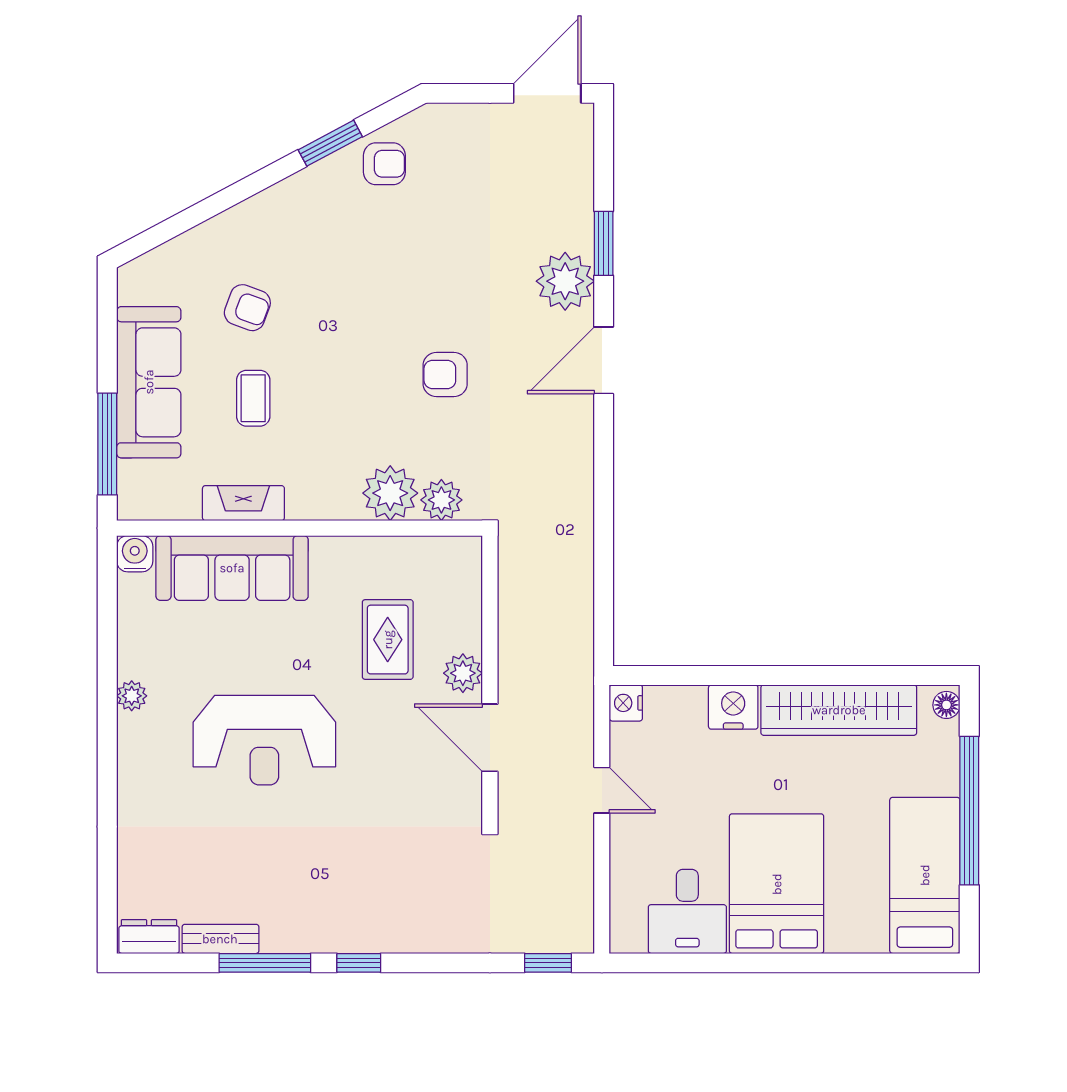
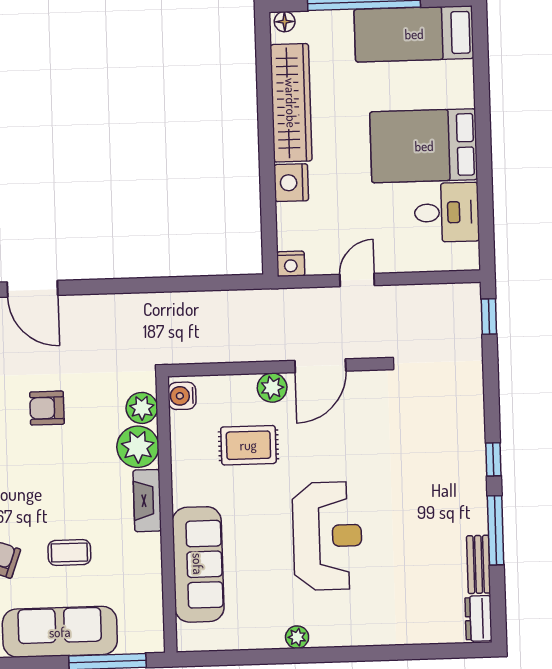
armchair: (445, 374) -> (47, 408), turned 90
fireplace: (243, 503) -> (147, 501), moved
water cooler: (135, 554) -> (182, 396), moved

